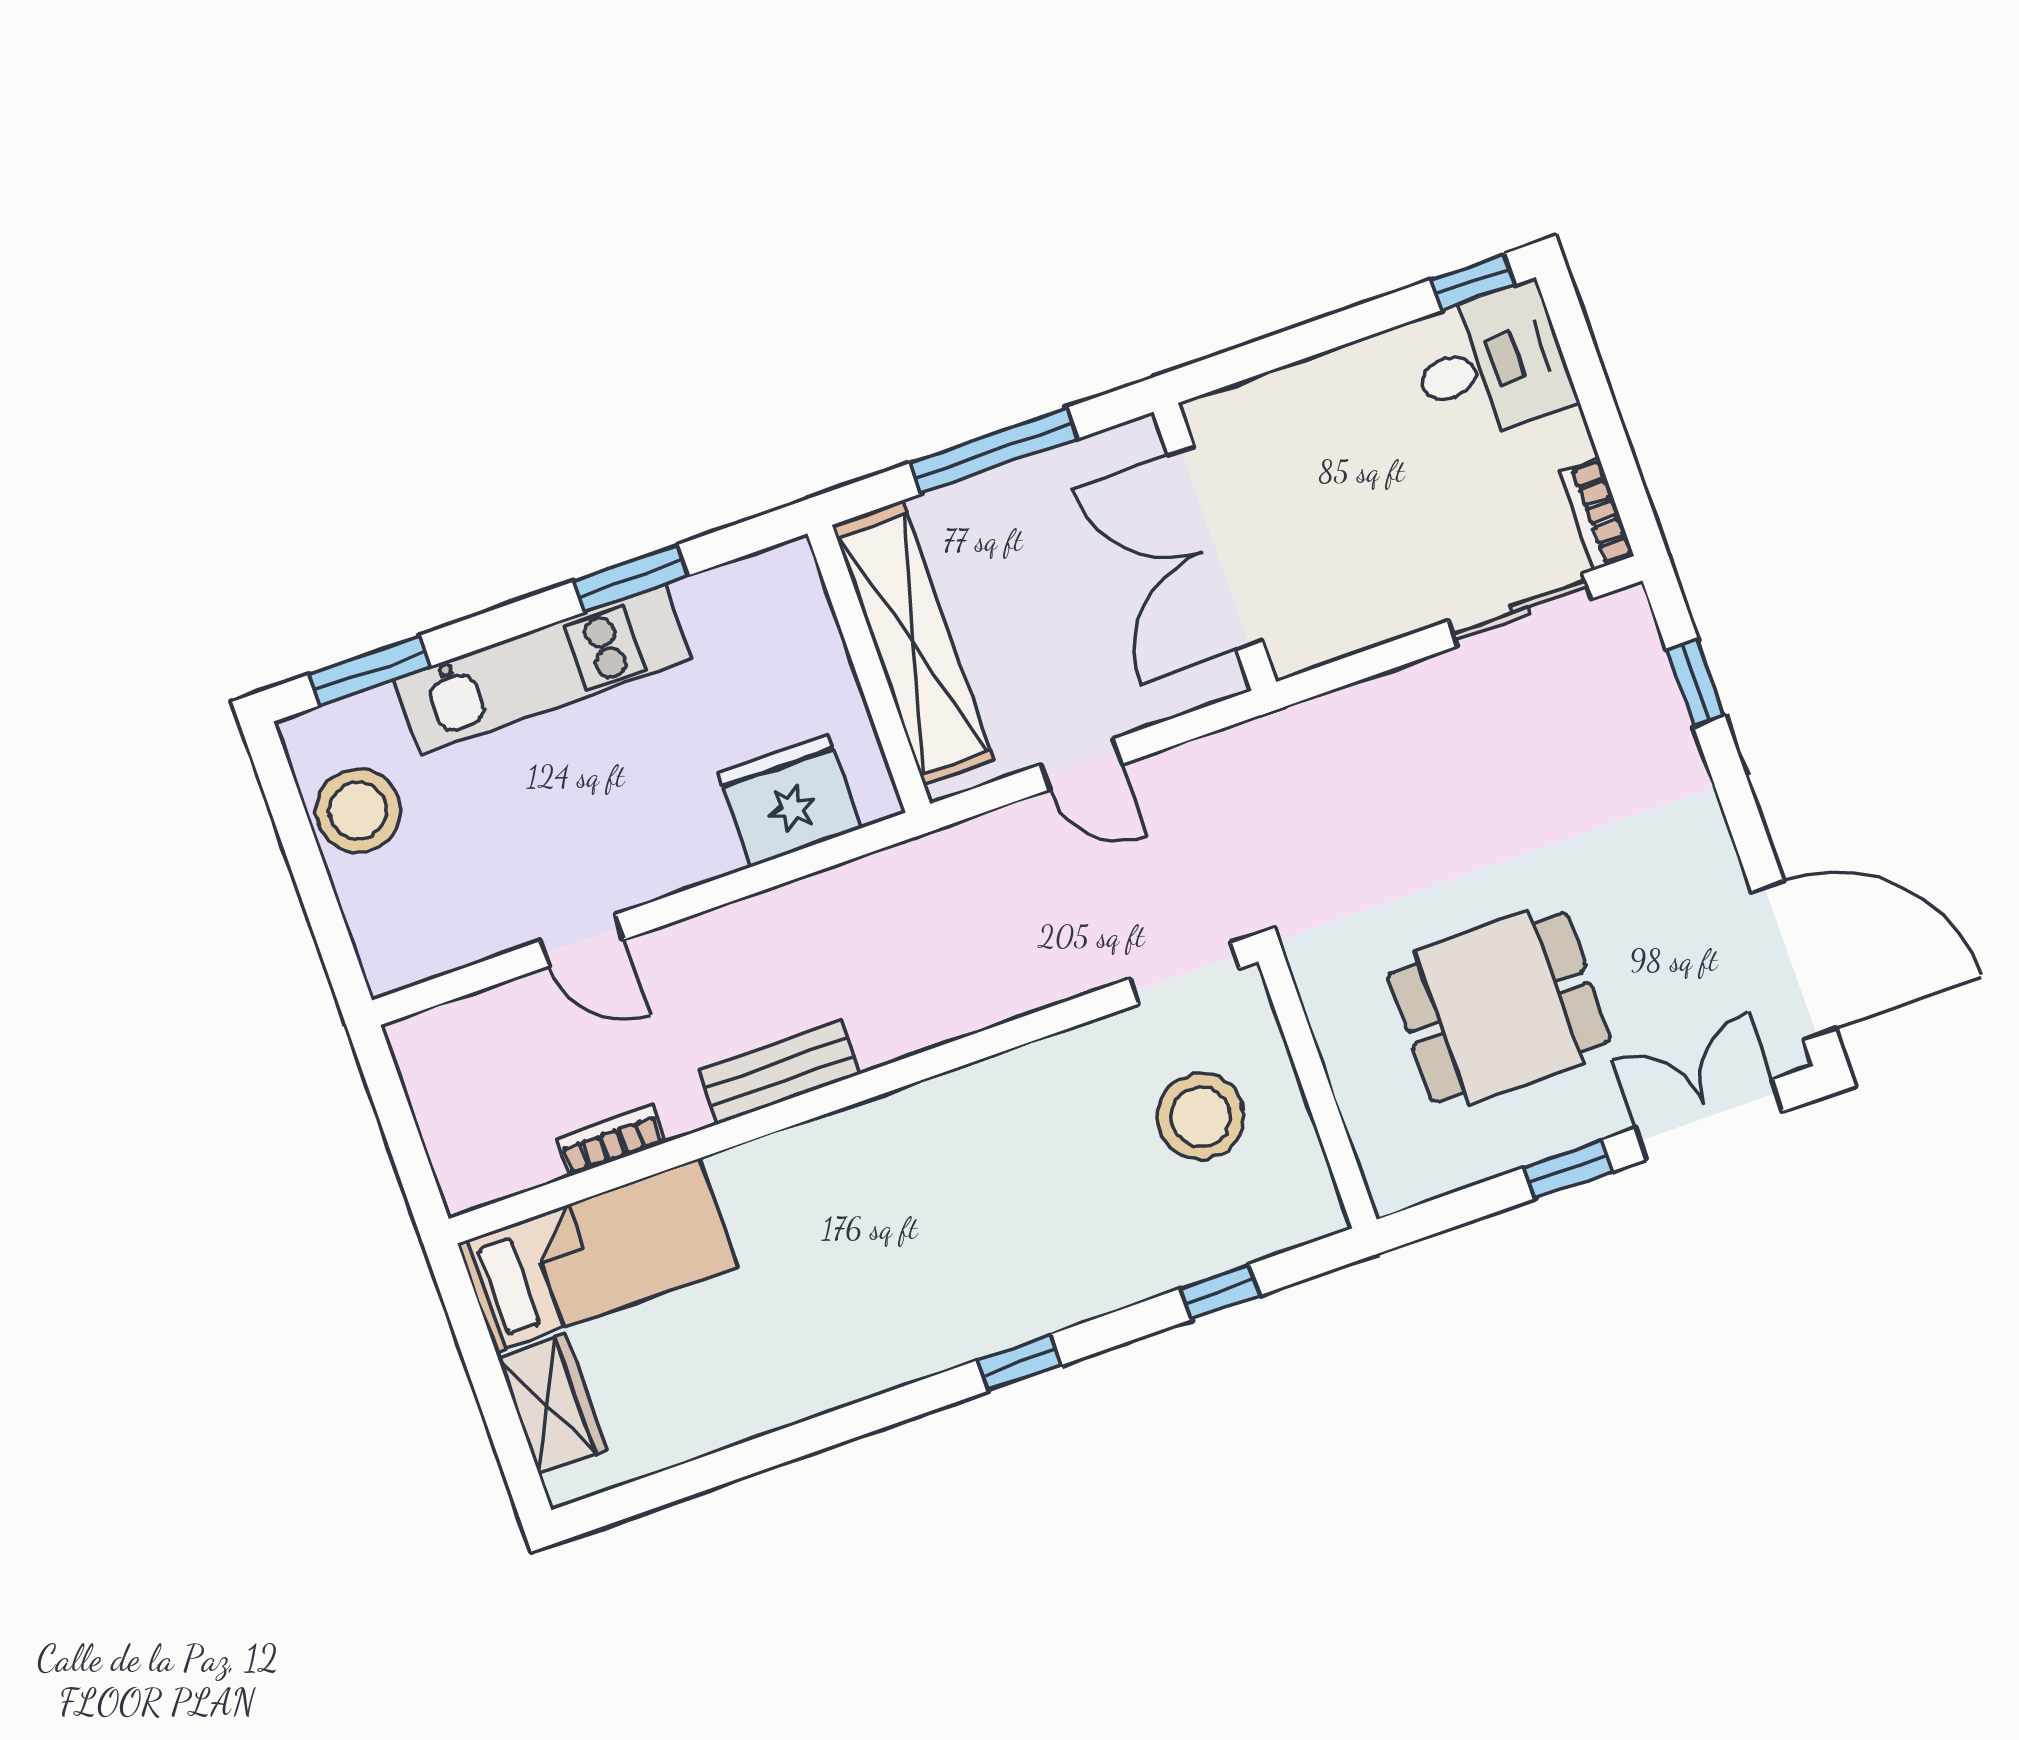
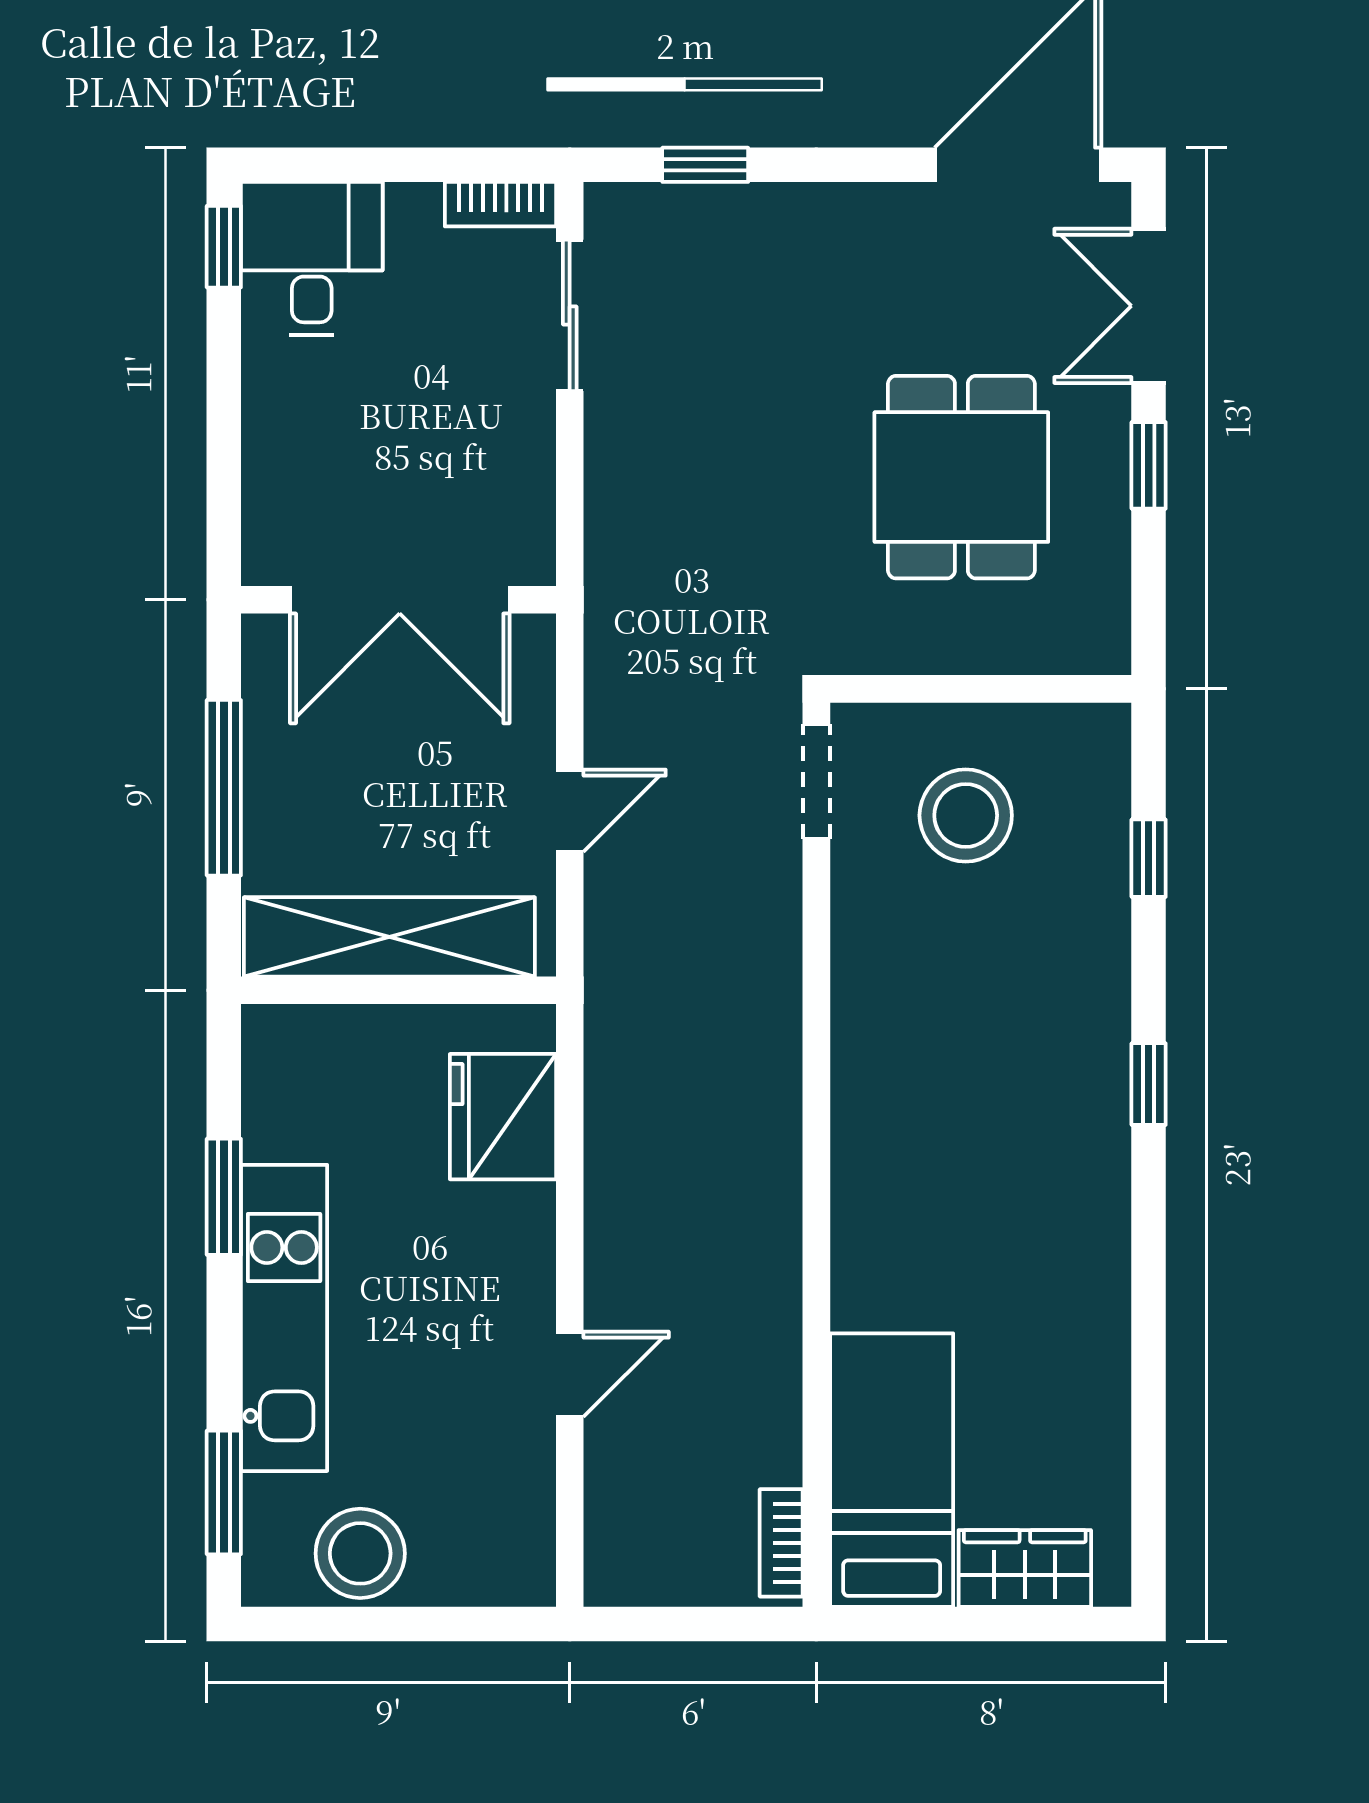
bench: (780, 1072) -> (772, 1223), removed
bookcase: (611, 1141) -> (781, 1543), moved

